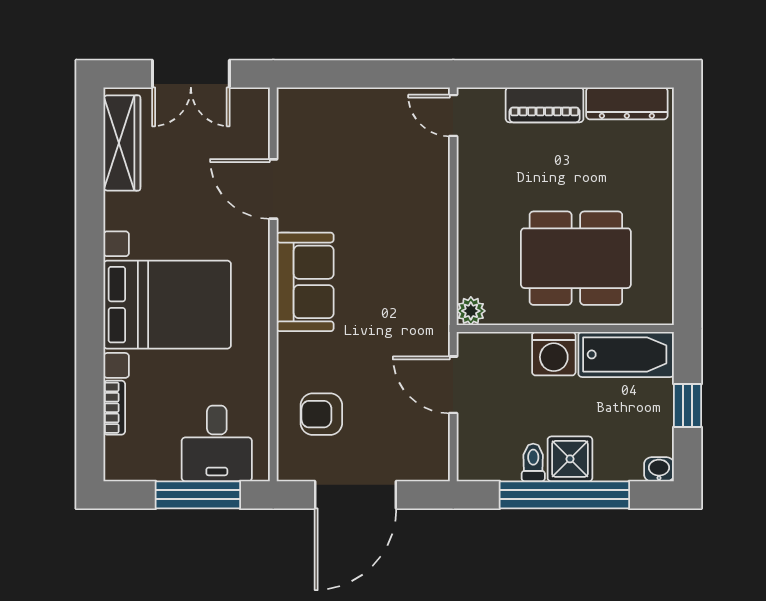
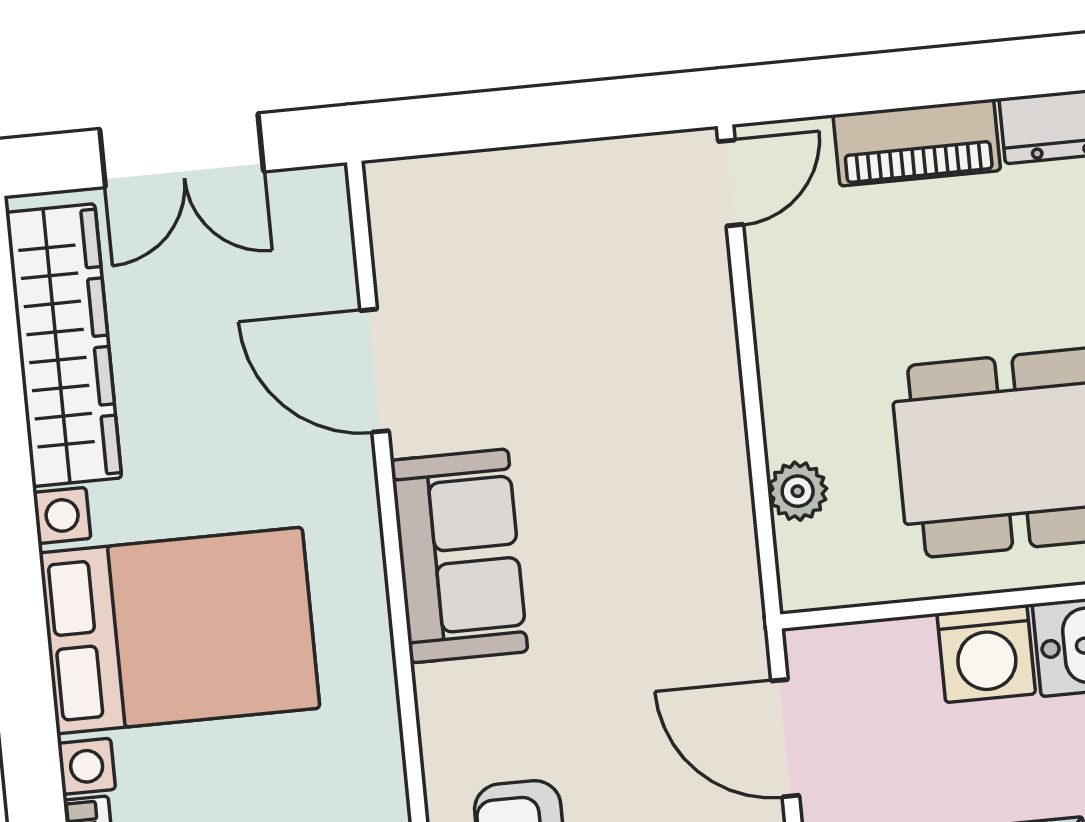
door: (453, 115) -> (731, 183), swing flipped
wardrobe: (122, 143) -> (64, 345), width x1.40, depth x1.17
plant: (471, 311) -> (798, 491), moved

